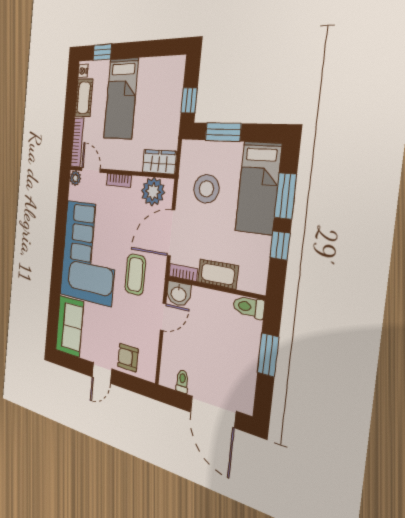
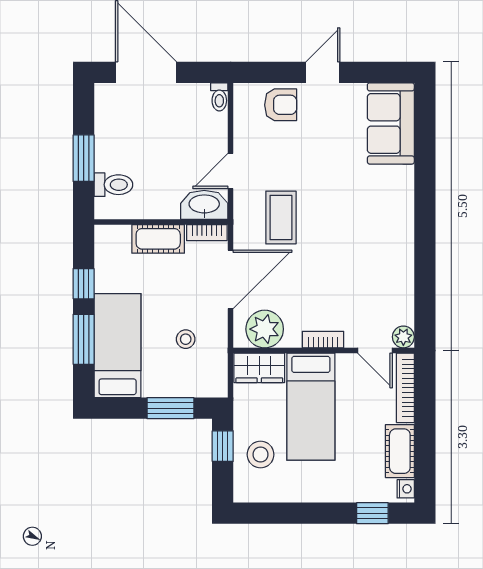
stool: (165, 94) -> (260, 455), added
bed: (121, 99) -> (311, 407), moved, turned 180
stool: (206, 189) -> (186, 339), width x0.53, depth x0.53
corner sofa: (89, 252) -> (365, 235), removed
washbasin: (178, 294) -> (204, 205), width x1.38
toilet: (249, 307) -> (113, 185), moved
toilet: (182, 381) -> (219, 97), moved

